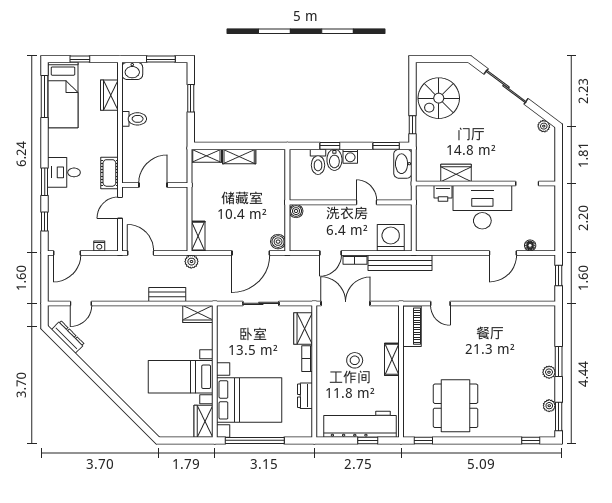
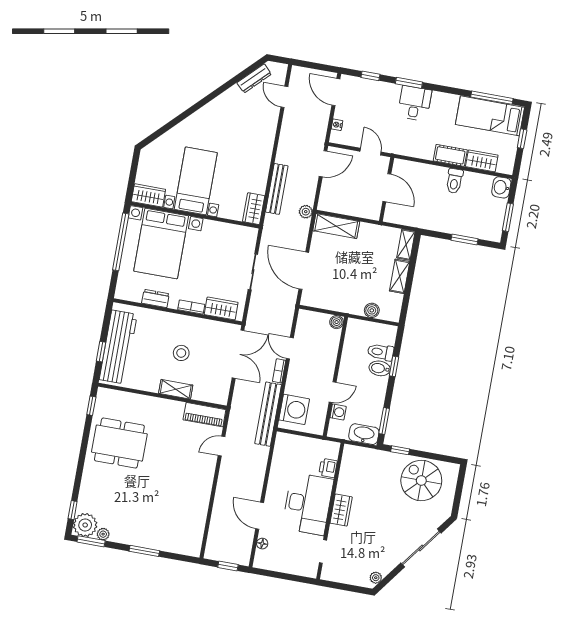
washing machine: (350, 156) -> (338, 412), moved, turned 180
cot: (109, 173) -> (450, 155), moved
wardrobe: (456, 173) -> (341, 510), moved
shelving: (198, 236) -> (336, 226), width x1.50, depth x1.33
boiler: (278, 242) -> (372, 310), moved
bench: (167, 294) -> (277, 189), width x1.36
plant: (549, 372) -> (85, 525), moved, width x1.87, depth x1.87

